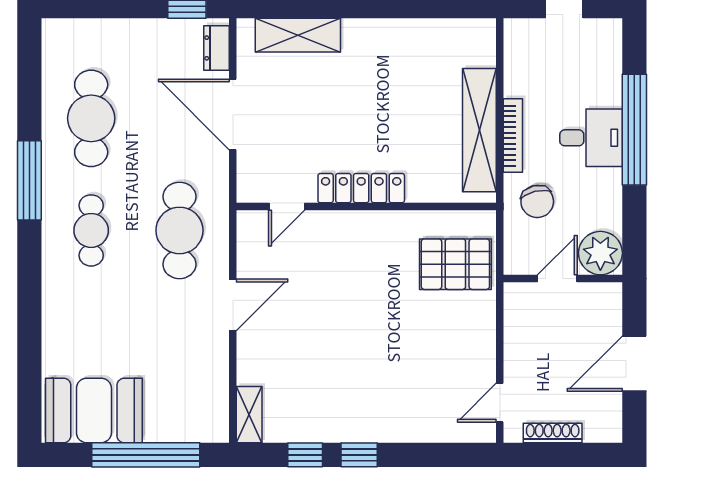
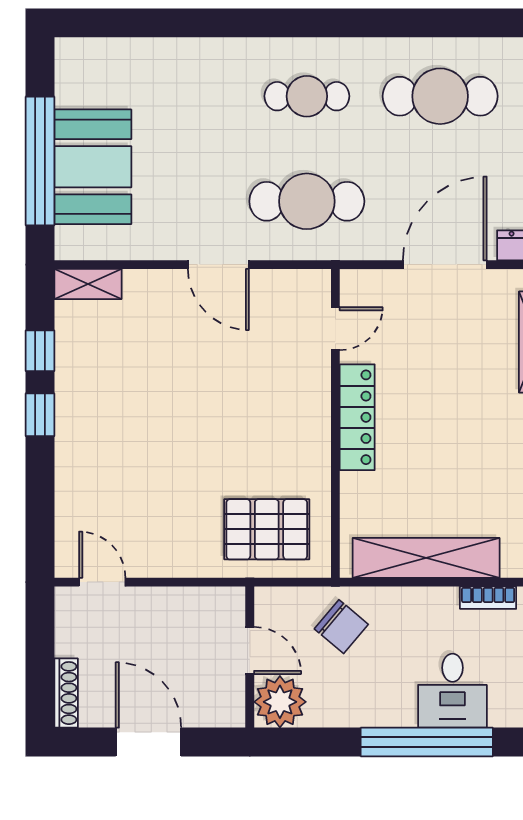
bookcase: (513, 136) -> (488, 598), moved, width x0.64
desk: (591, 138) -> (452, 691), moved
window: (29, 180) -> (366, 23), removed
chair: (537, 201) -> (341, 627), turned -127
door: (287, 206) -> (335, 329), swing flipped
pallet: (455, 264) -> (267, 529), turned 90
booth: (94, 410) -> (93, 167), moved
shoe rack: (553, 433) -> (66, 693), moved

